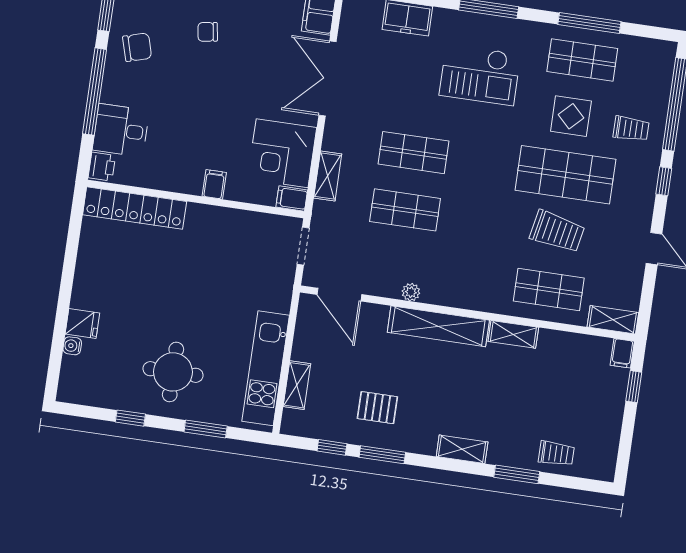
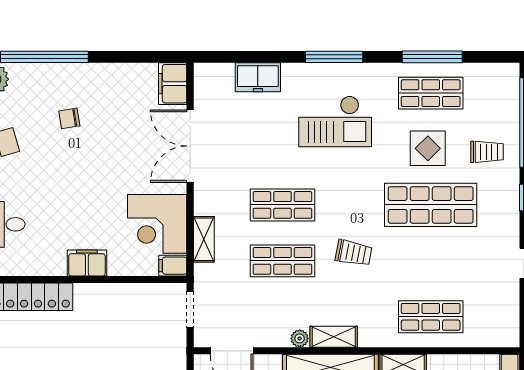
filing cabinet: (214, 184) -> (87, 263), width x2.00
trolley: (557, 231) -> (354, 253), moved, width x0.73, depth x0.72
shelving: (613, 320) -> (334, 337), moved

